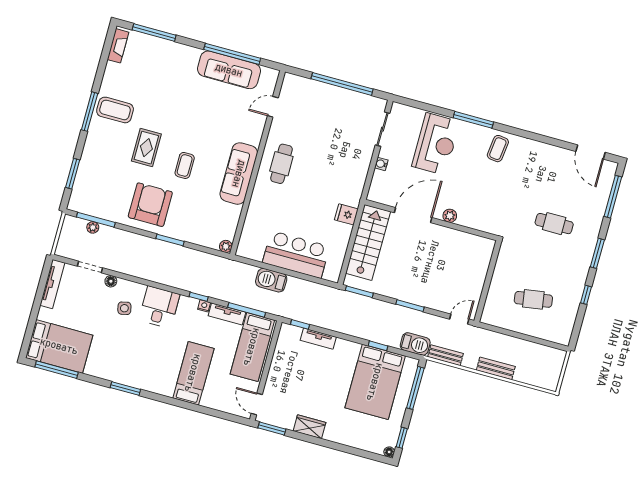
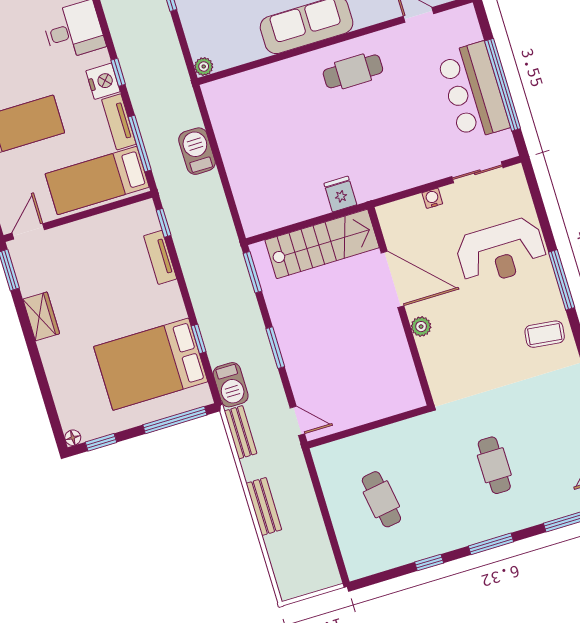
bar counter: (296, 254) -> (473, 91), moved, turned 180
nightstand: (204, 306) -> (103, 81), width x1.89, depth x1.79

